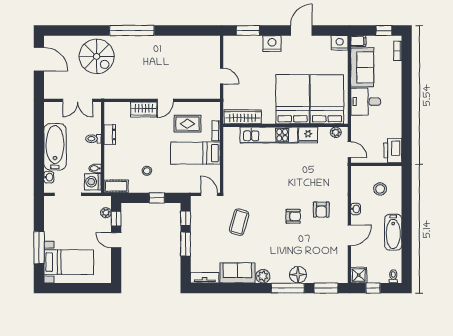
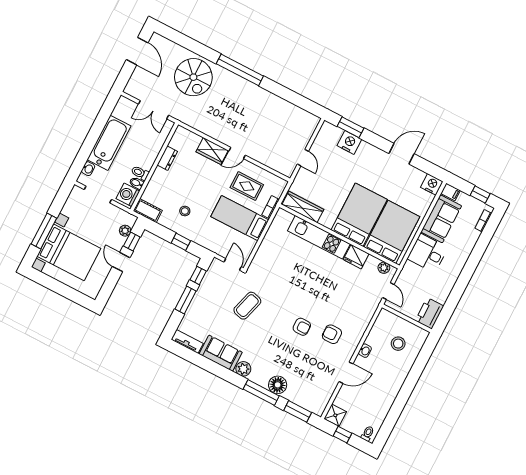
nightstand: (272, 44) -> (349, 142), moved
toilet: (93, 139) -> (140, 173), moved
armchair: (321, 210) -> (332, 334), turned 90
bathtub: (393, 232) -> (389, 391), removed
bed with nightstands: (69, 262) -> (69, 252), width x1.36

